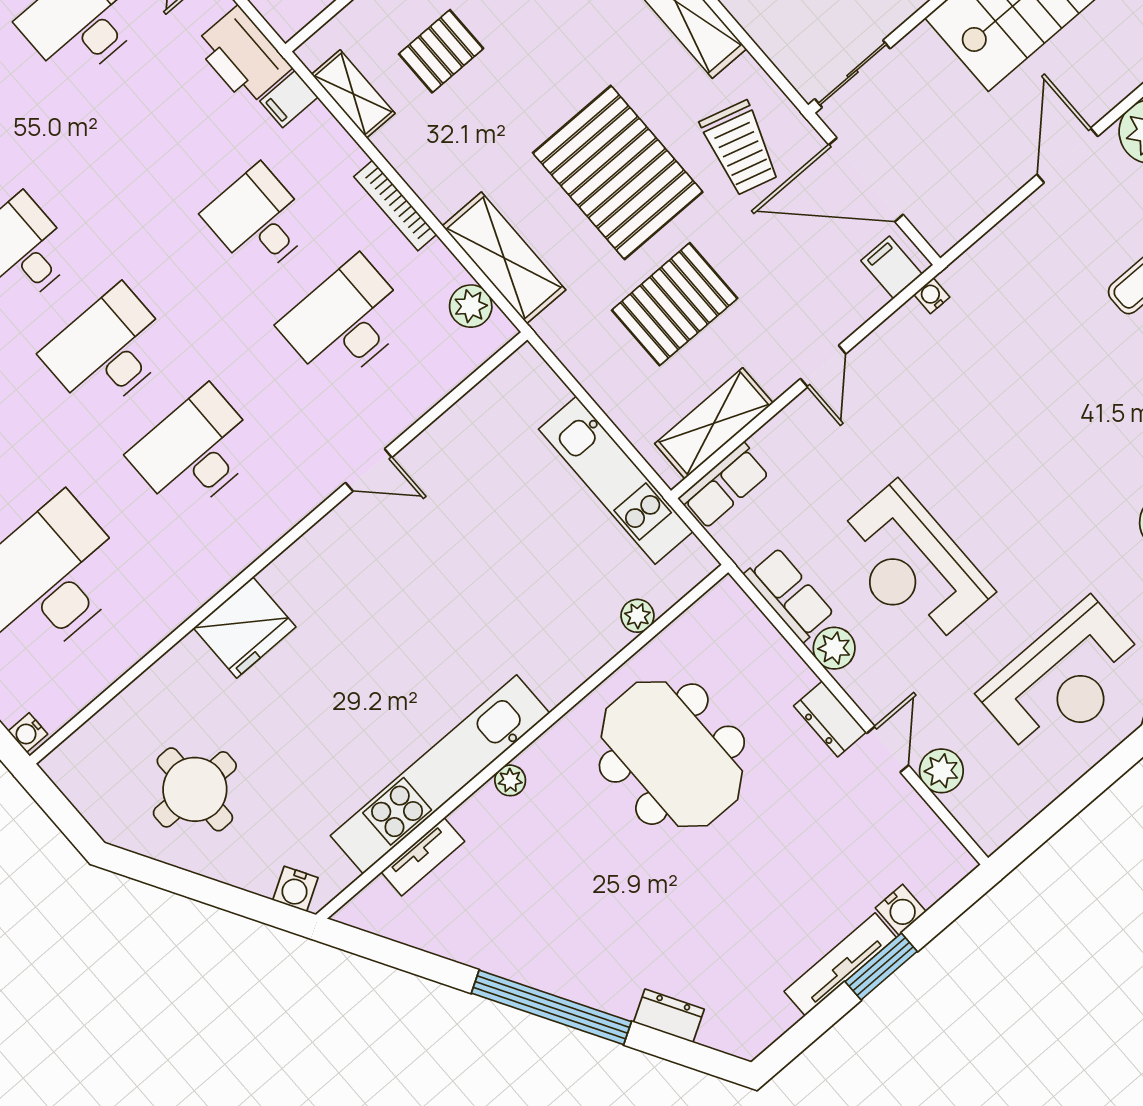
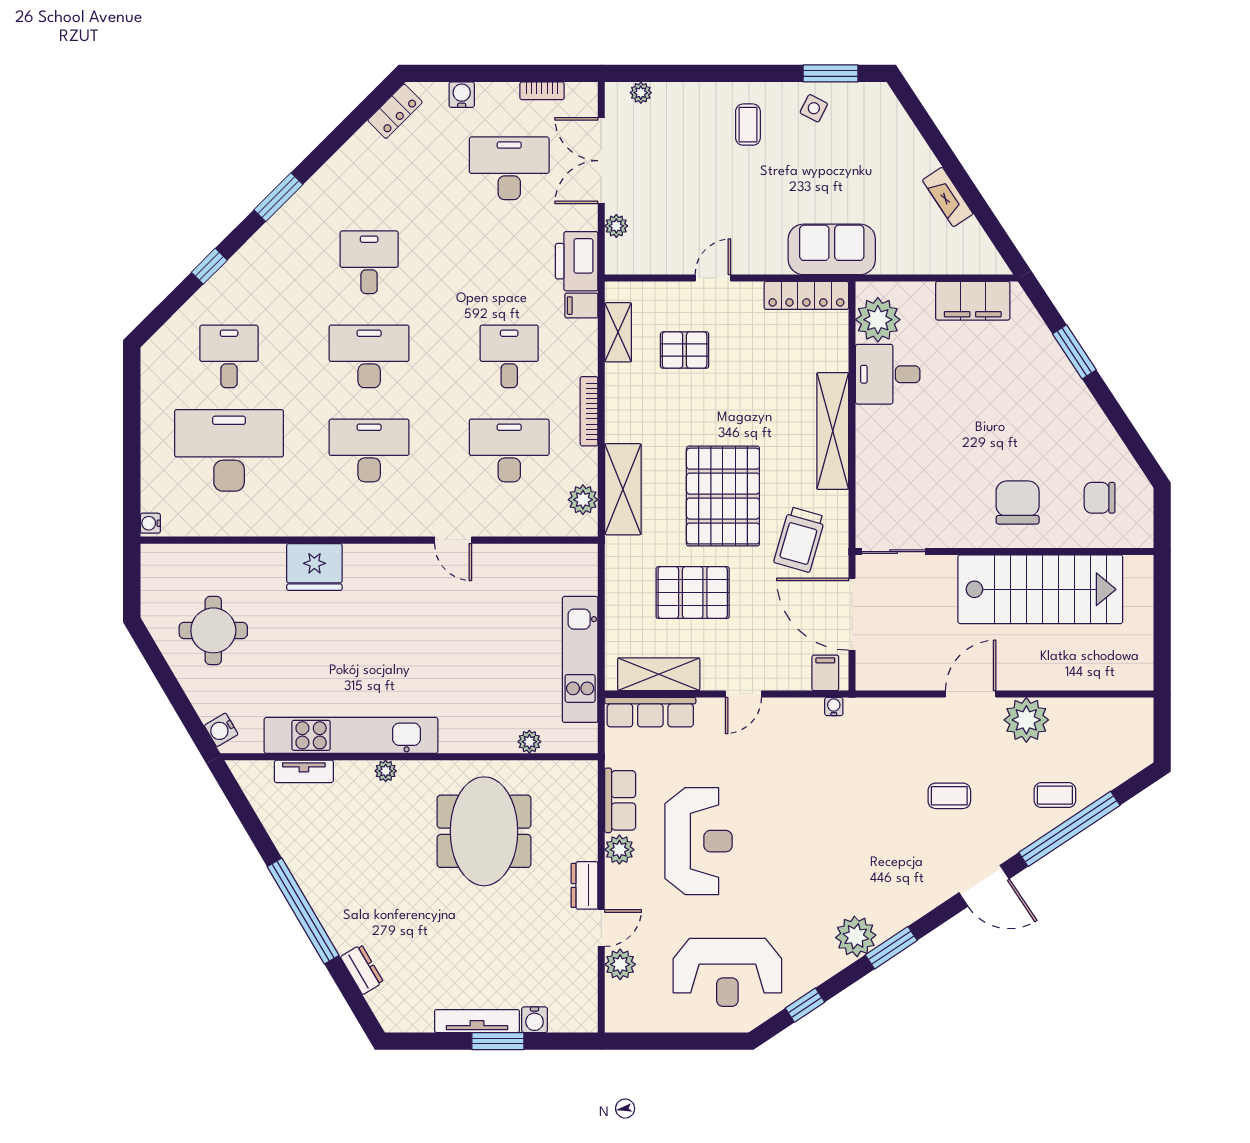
row of seats: (724, 486) -> (650, 712), width x1.48
reception desk: (911, 566) -> (699, 841), turned 180

